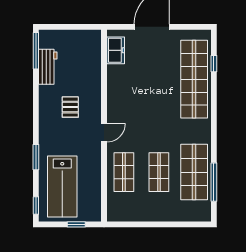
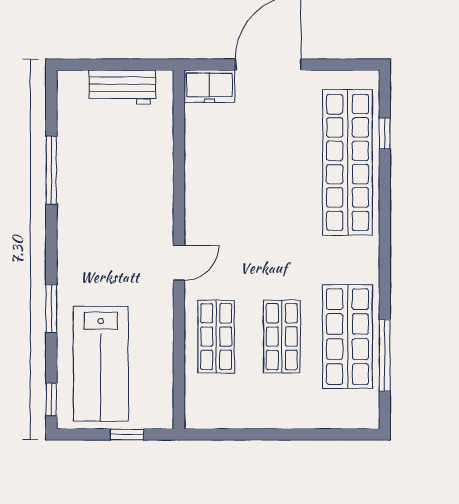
freezer: (116, 50) -> (209, 86), moved, turned 90
window: (36, 51) -> (51, 170), moved
workbench: (48, 67) -> (122, 87), moved, turned 90
pallet: (70, 107) -> (116, 215), removed

